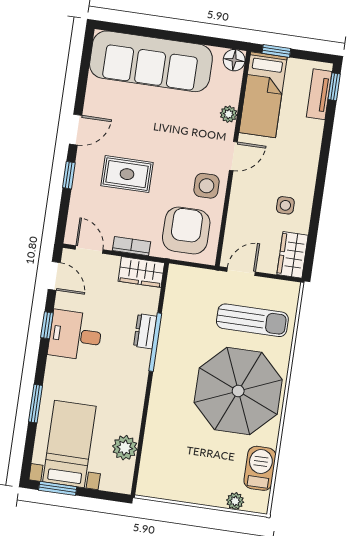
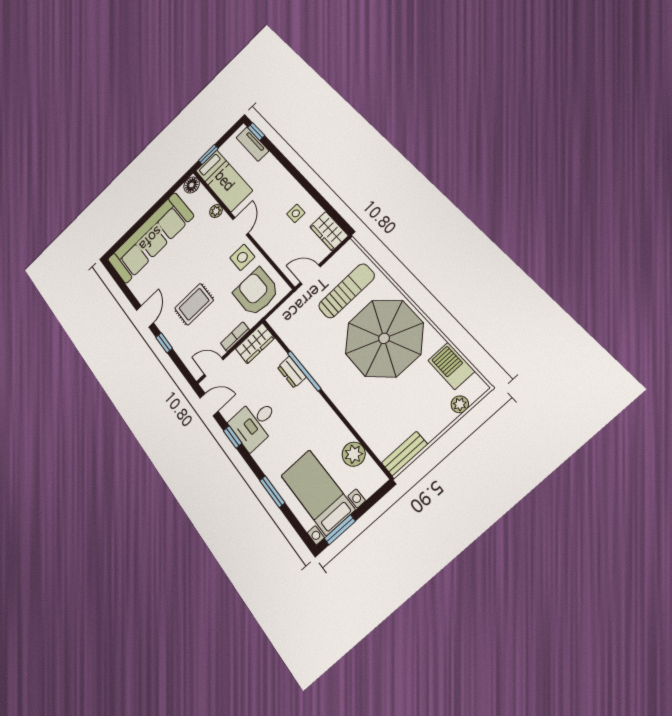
door: (241, 272) -> (310, 275), hinge flipped
bench: (161, 490) -> (404, 454), added

